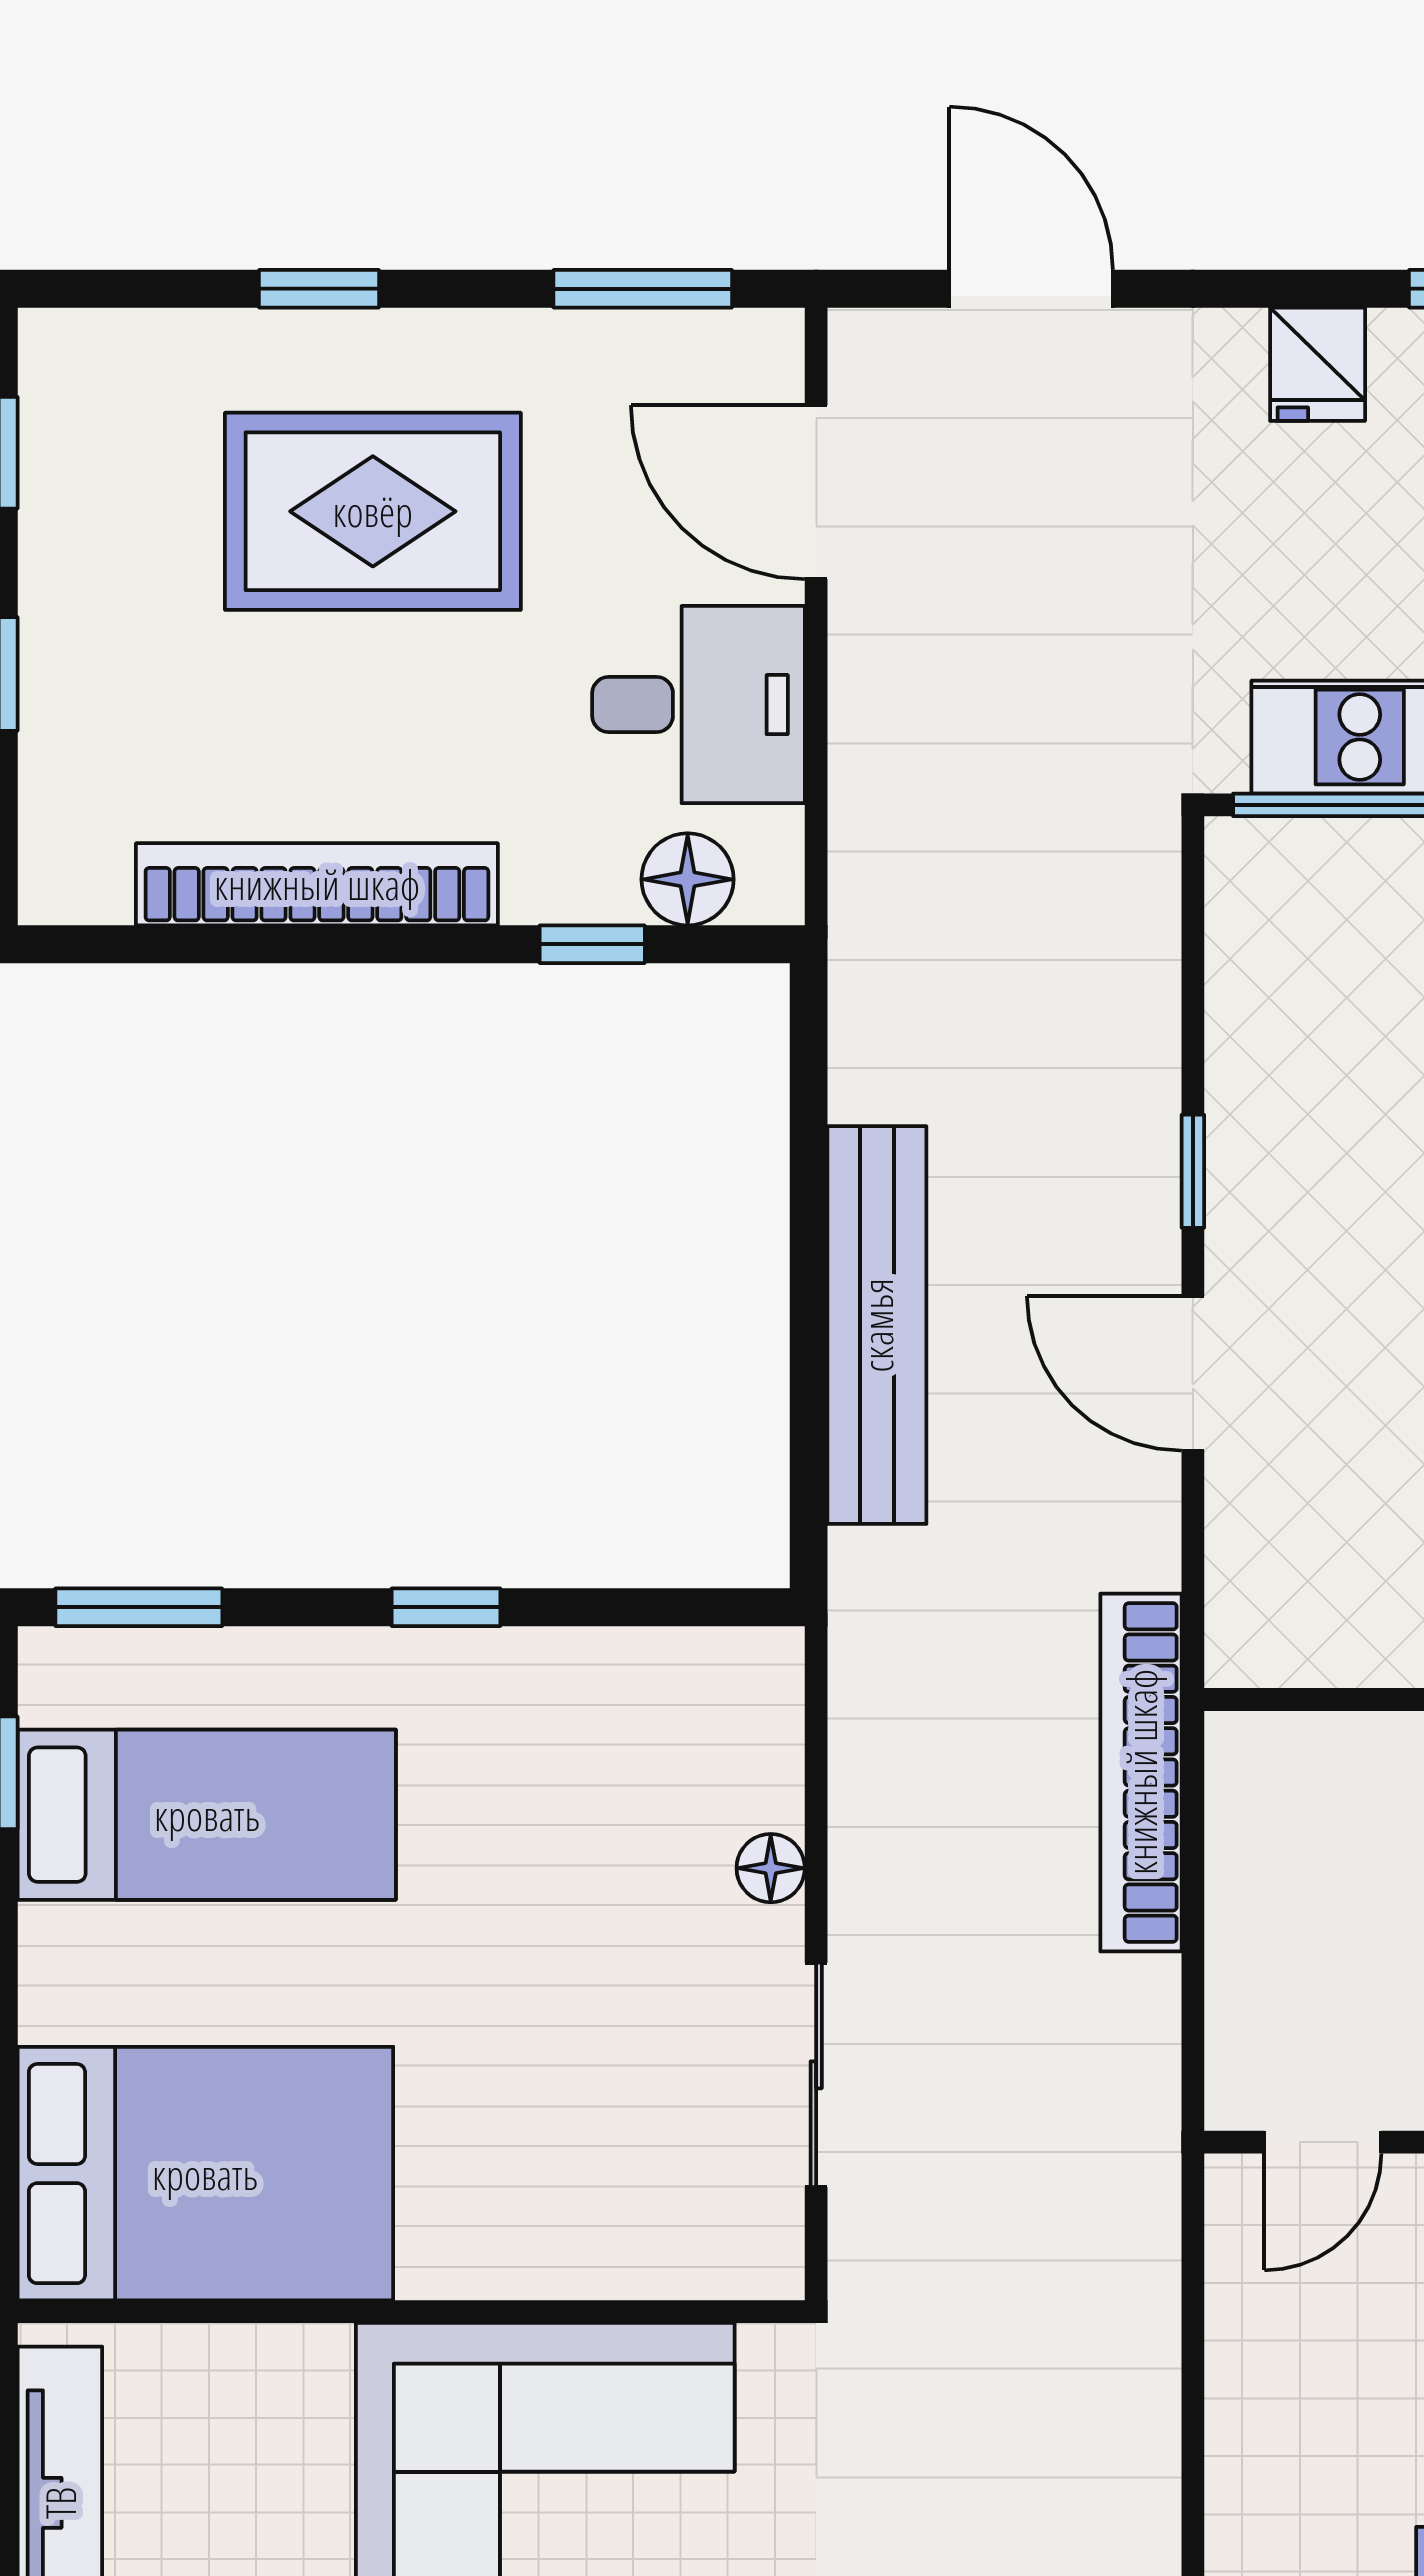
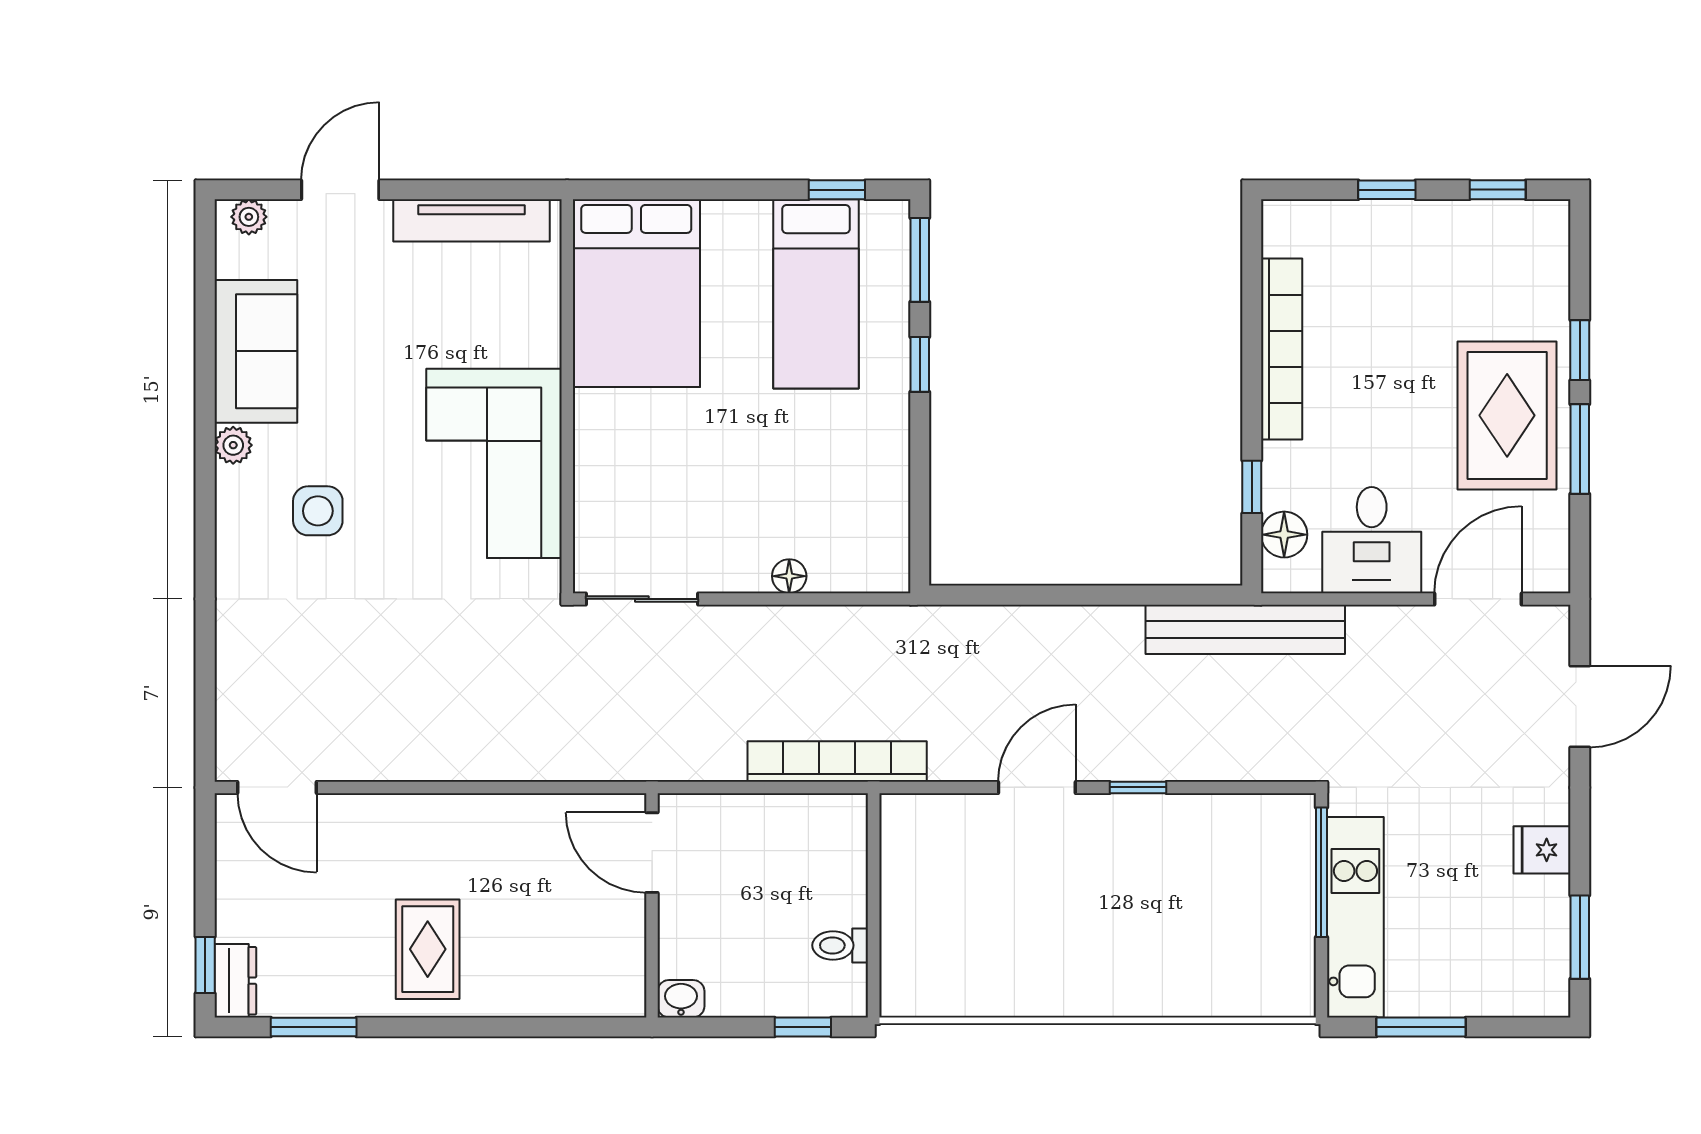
window: (643, 289) -> (1580, 449), moved
rug: (373, 511) -> (1507, 415), moved
bench: (877, 1325) -> (1245, 629), moved
window: (446, 1607) -> (920, 364), moved
sliding door: (816, 2075) -> (642, 599), moved
door: (1323, 2142) -> (652, 853), width x1.38

